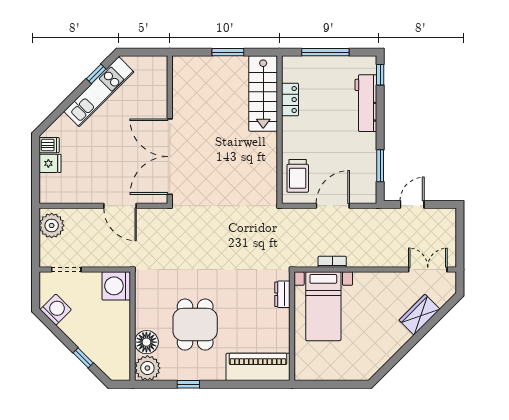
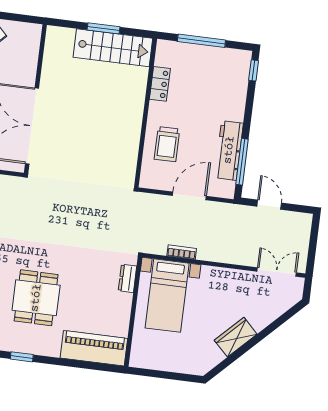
stairs: (263, 93) -> (113, 48), moved, turned -90
workbench: (366, 103) -> (229, 150), moved
window: (380, 166) -> (242, 162), width x1.44
trolley: (298, 176) -> (167, 144), moved
door: (412, 204) -> (269, 205), hinge flipped
wardrobe: (419, 315) -> (236, 337), moved

